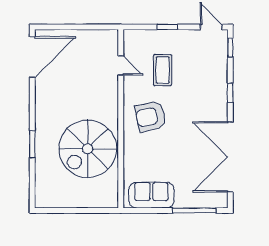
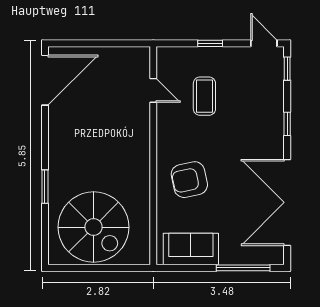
armchair: (151, 116) -> (189, 180), moved
spiral stairs: (88, 149) -> (94, 227), moved, turned -90

